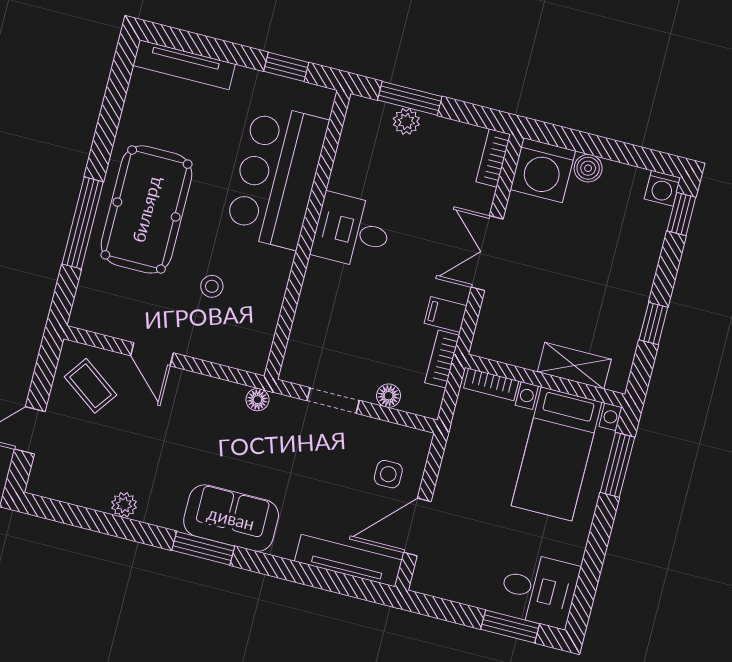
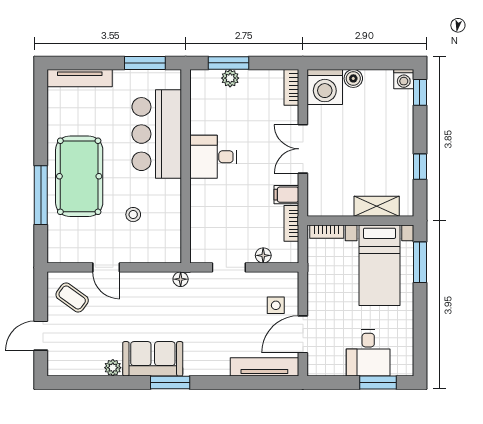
window: (286, 67) -> (145, 63), width x1.50
sofa: (231, 518) -> (153, 359), moved
desk: (539, 590) -> (368, 353), moved, turned 90

